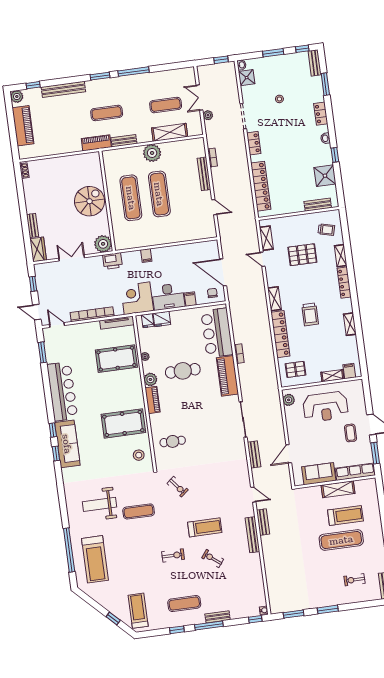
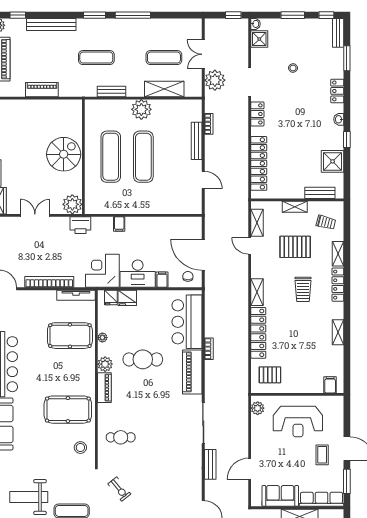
plant: (208, 115) -> (215, 80), width x1.87, depth x1.87
piano: (96, 143) -> (42, 90), moved
trolley: (310, 314) -> (303, 289), moved
shelving: (332, 376) -> (295, 207), moved

